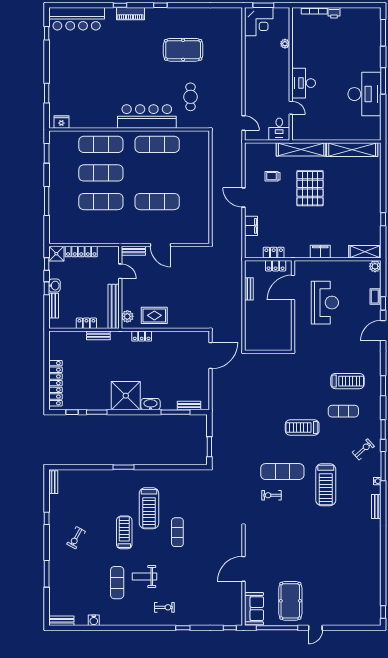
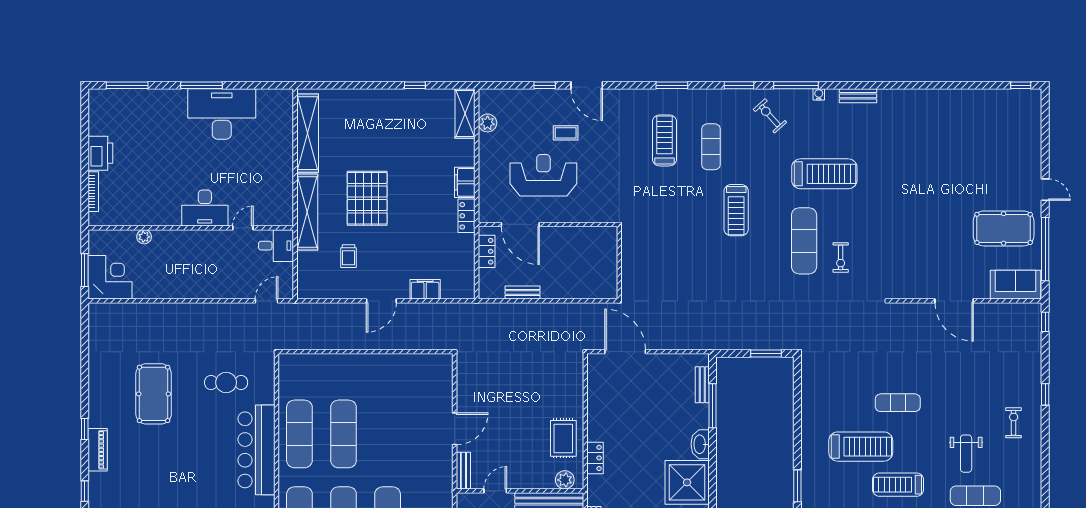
printer: (334, 13) -> (100, 153), width x1.87, depth x1.48
piano: (130, 14) -> (98, 450), moved
pallet: (310, 188) -> (367, 198), turned 90
exercise mat: (157, 202) -> (344, 434), moved
locker: (274, 253) -> (466, 216), moved
plant: (375, 266) -> (488, 123), moved
coffee table: (375, 296) -> (566, 133), moved

